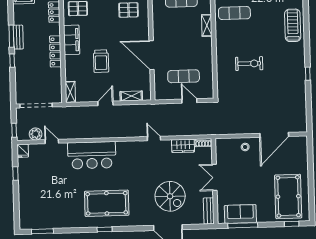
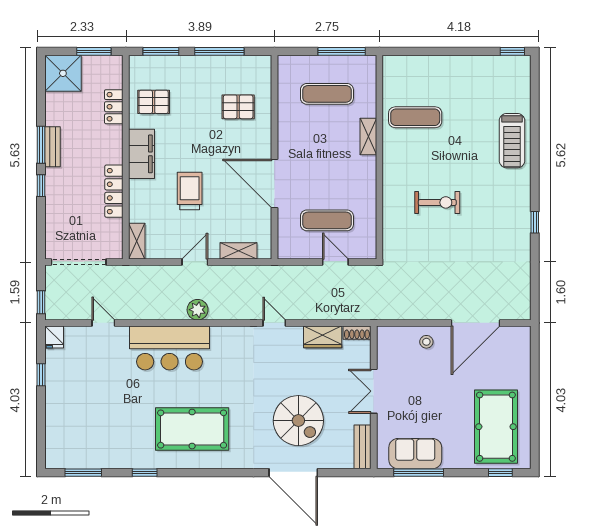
treadmill: (293, 25) -> (512, 141), turned 180
locker: (55, 51) -> (114, 191), moved
trolley: (101, 61) -> (190, 191), turned 180
plant: (36, 134) -> (198, 310), moved
window: (105, 229) -> (145, 473), moved

